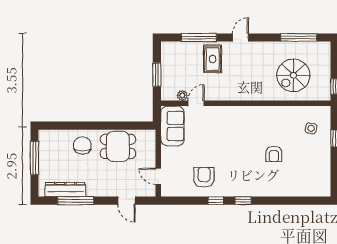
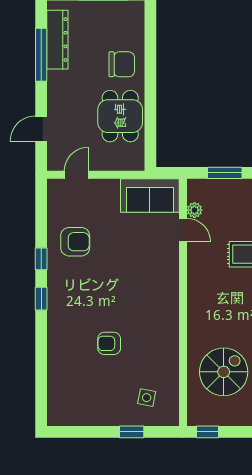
spiral stairs: (293, 75) -> (224, 372), turned 90

